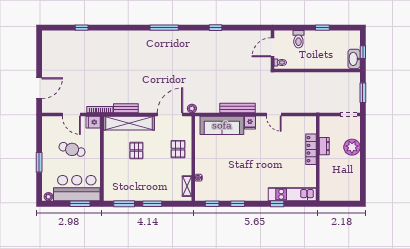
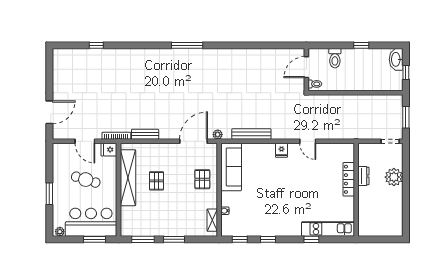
window: (216, 28) -> (244, 45), removed
washbasin: (354, 59) -> (396, 59), moved
bench: (238, 108) -> (251, 134), moved
shelving: (129, 123) -> (128, 178), moved, turned 90
sofa: (222, 125) -> (231, 167), moved, turned -90

